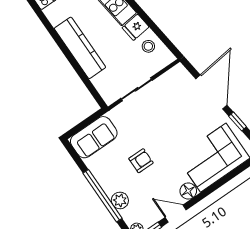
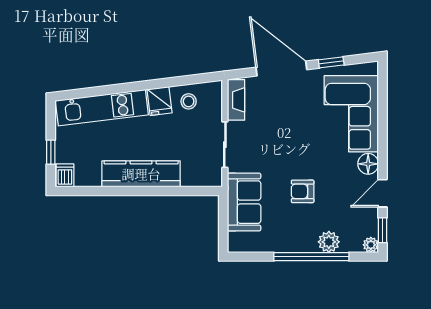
fireplace: (171, 76) -> (236, 100), added
sofa: (94, 137) -> (244, 202), moved
armchair: (141, 161) -> (303, 191), turned -90

